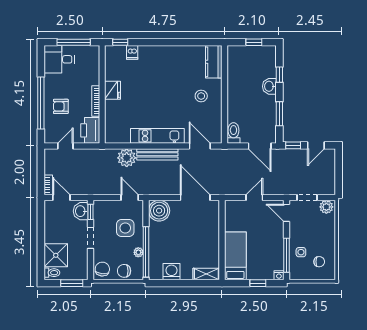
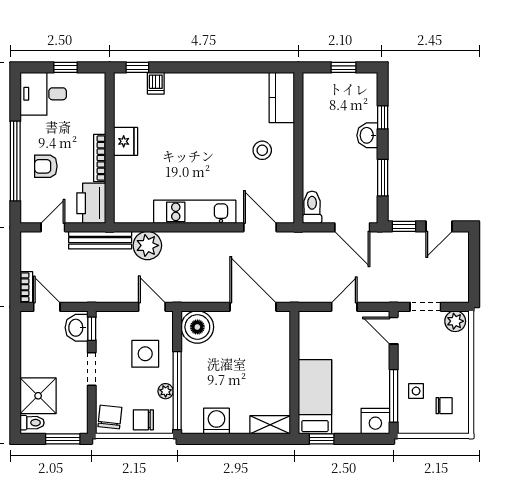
window: (74, 42) -> (66, 67), width x0.46
bench: (157, 154) -> (100, 240), moved
nightstand: (279, 275) -> (375, 421), width x1.89, depth x1.79
window: (258, 283) -> (322, 439), moved

